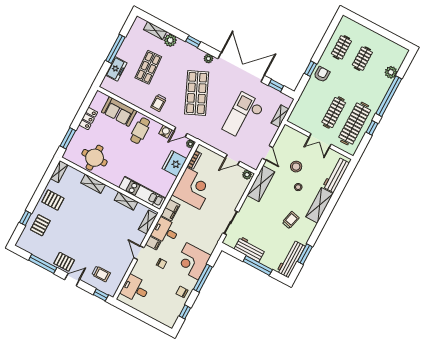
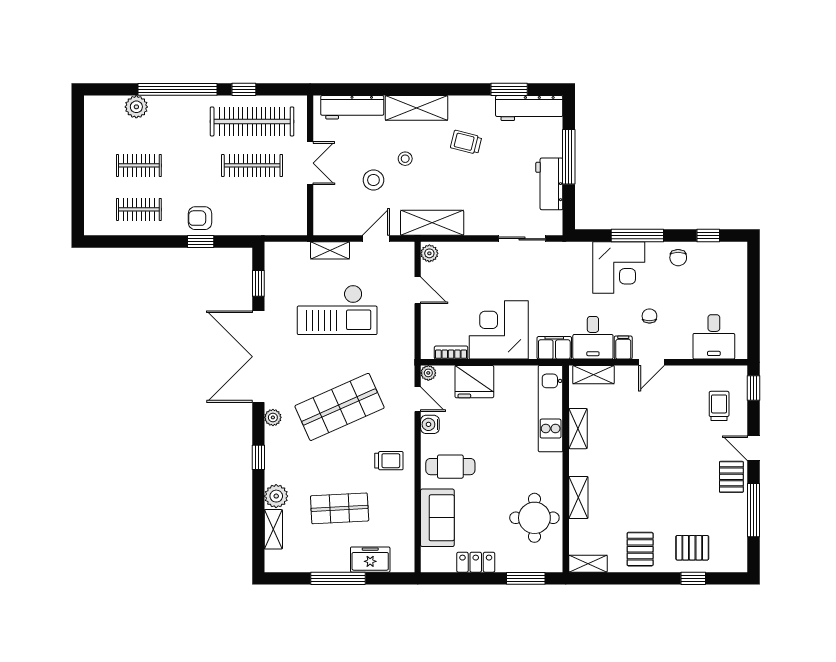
shelving: (280, 116) -> (330, 250), moved

